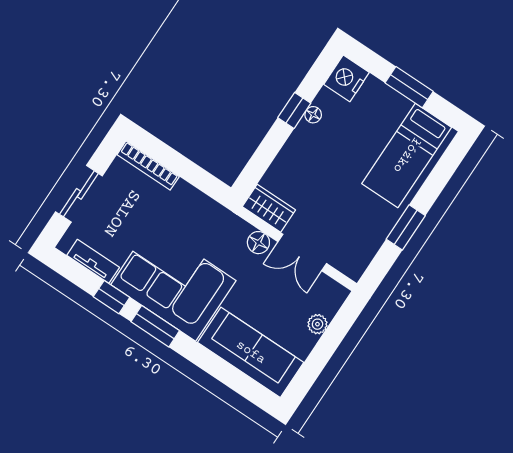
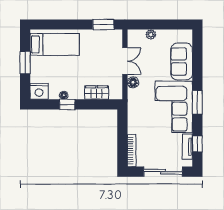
sliding door: (79, 194) -> (163, 172), width x1.37
wardrobe: (269, 208) -> (97, 93), moved, turned 90
window: (406, 227) -> (103, 25), moved
window: (112, 297) -> (197, 144), moved
sofa: (251, 352) -> (182, 61), width x0.73

